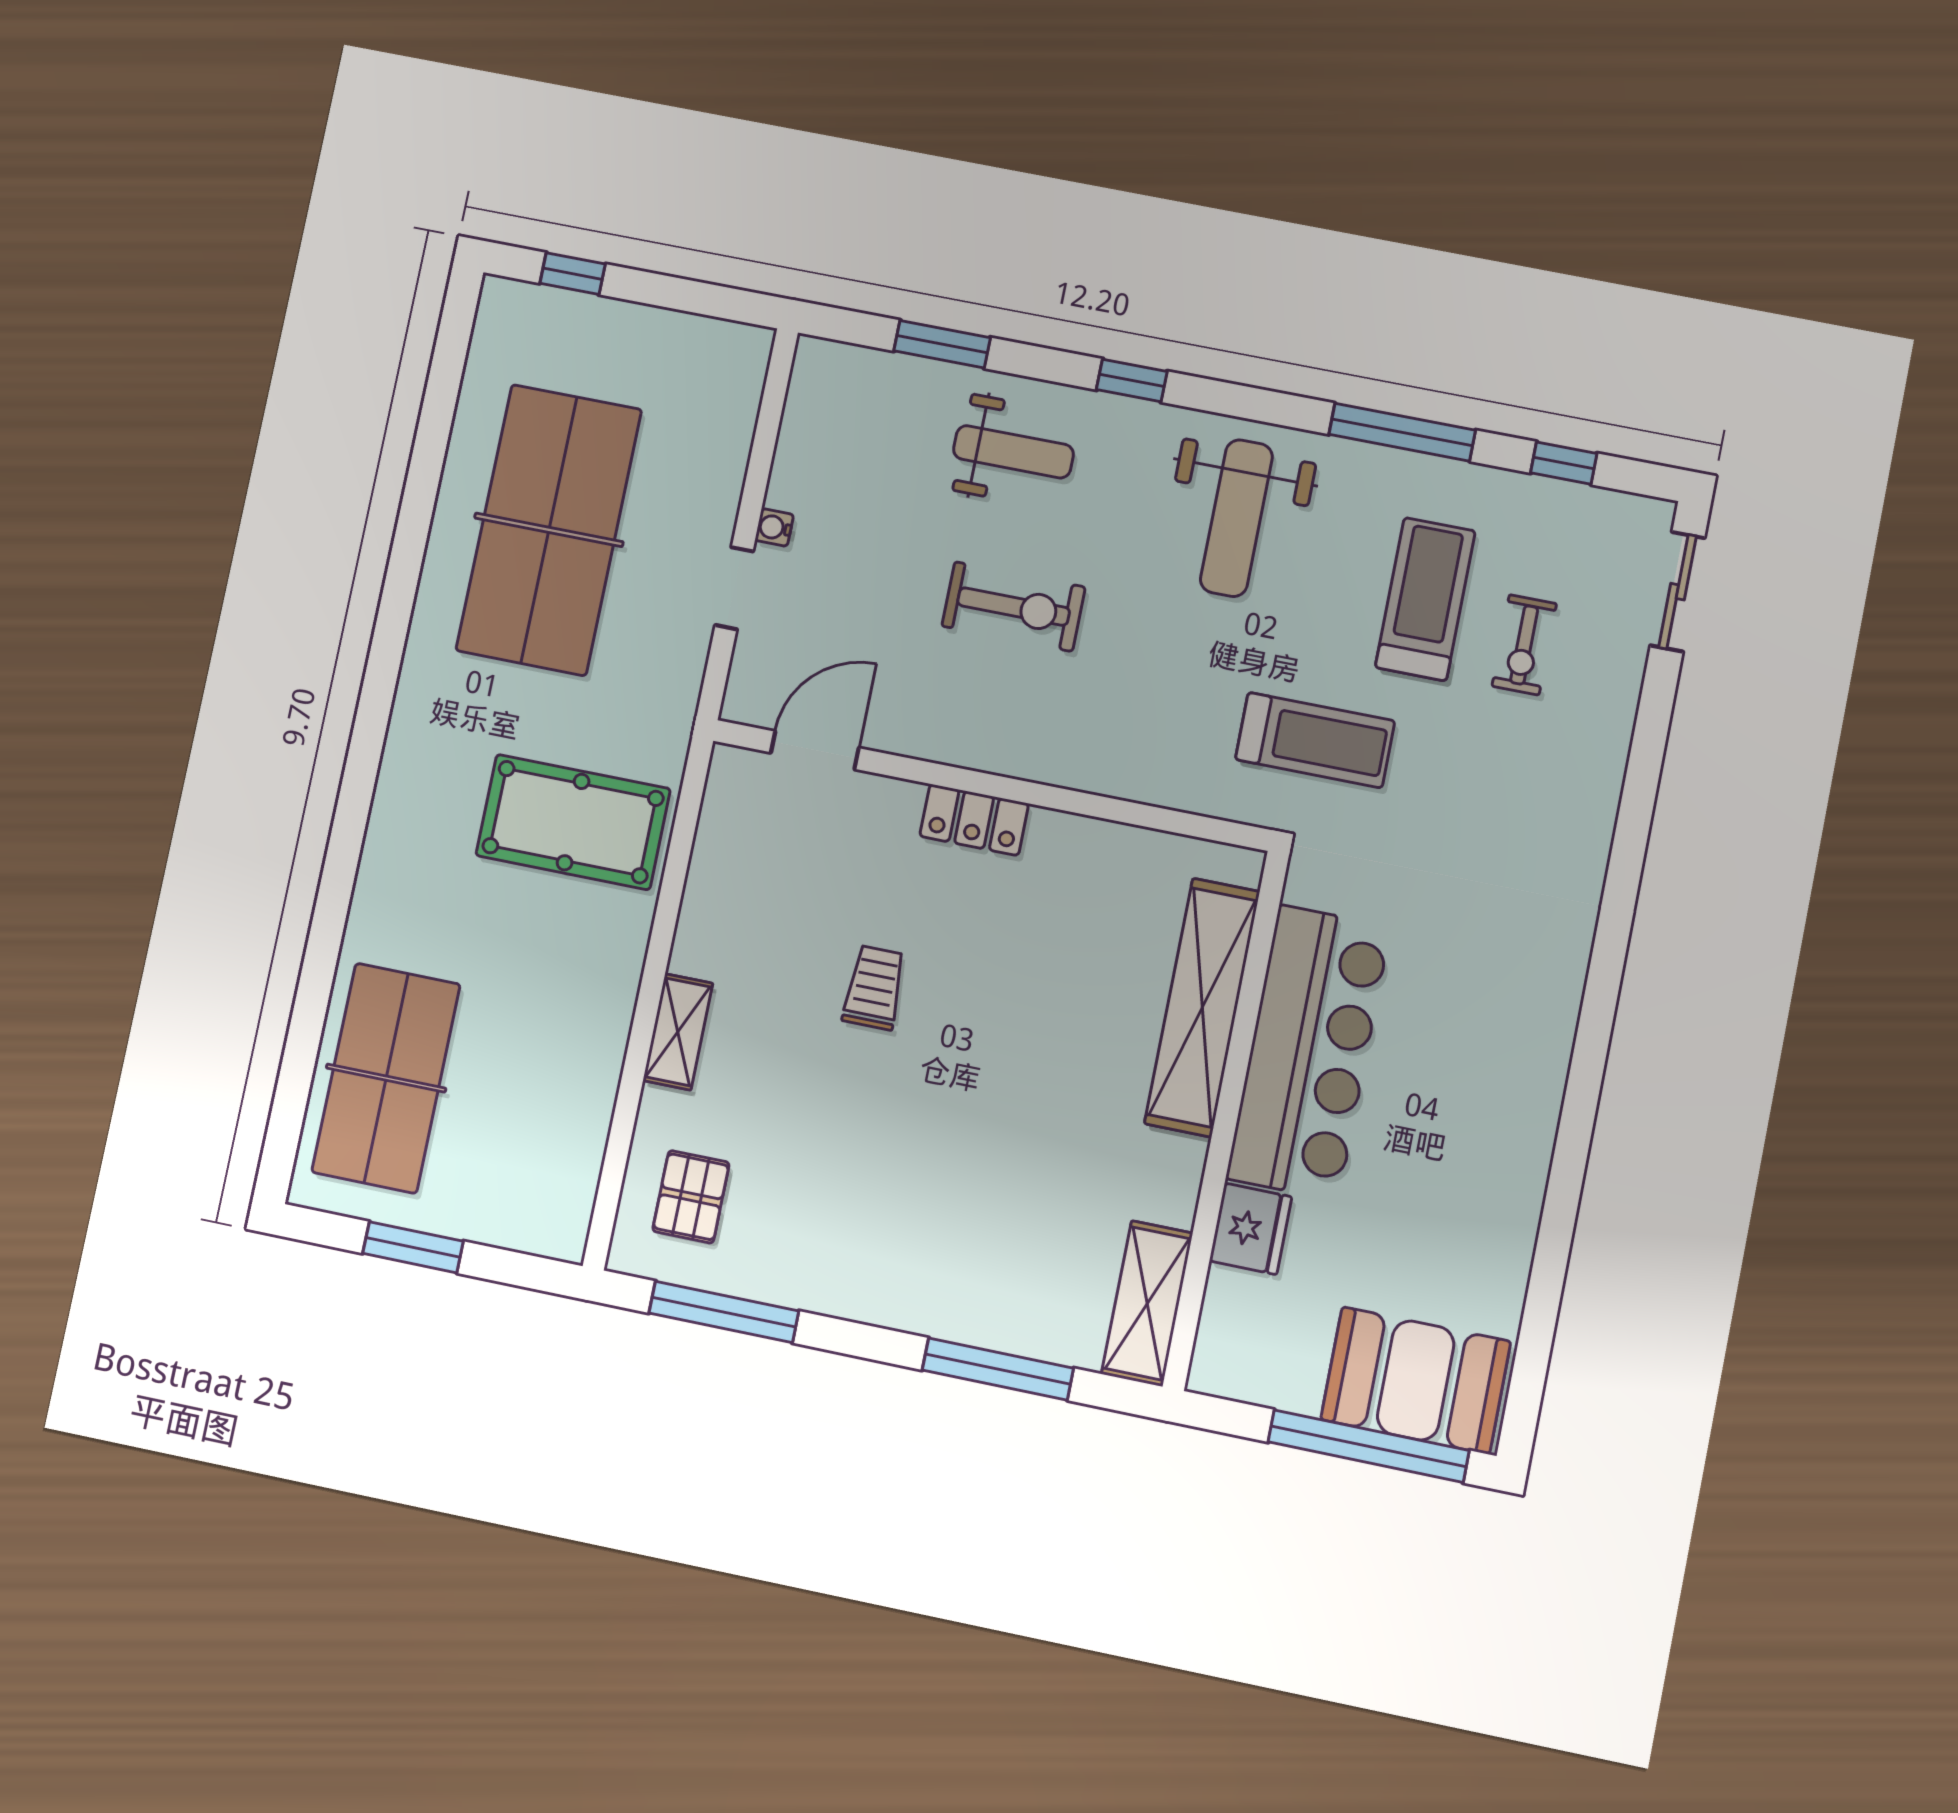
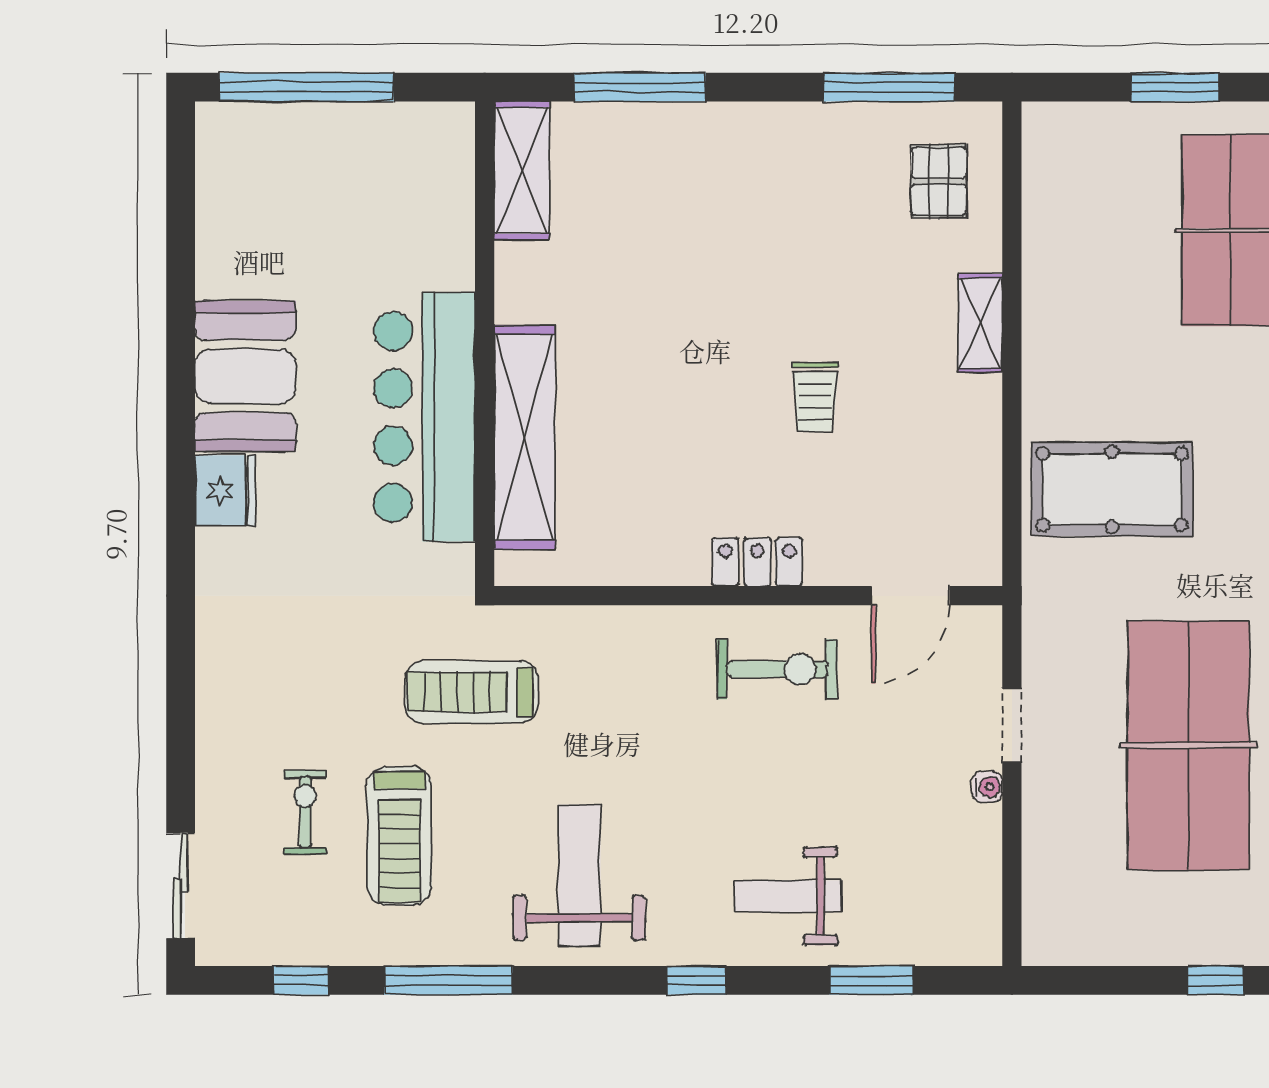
exercise bike: (1014, 607) -> (777, 669), moved, turned 180
fridge: (1251, 1229) -> (225, 491), moved, turned 180
booth: (1416, 1380) -> (245, 376), moved, turned 90

